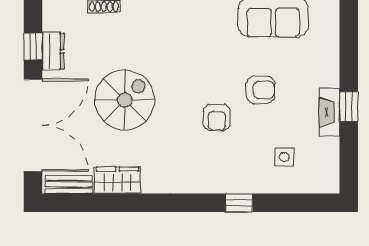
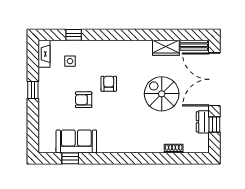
spiral stairs: (125, 100) -> (162, 94), turned 90
fireplace: (329, 112) -> (44, 54), moved
window: (239, 203) -> (74, 35), moved

